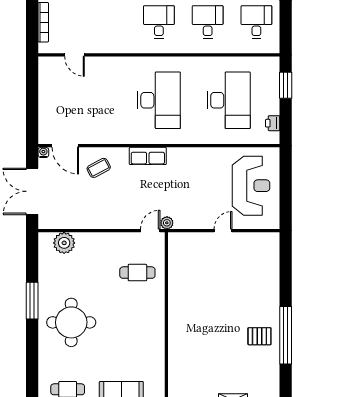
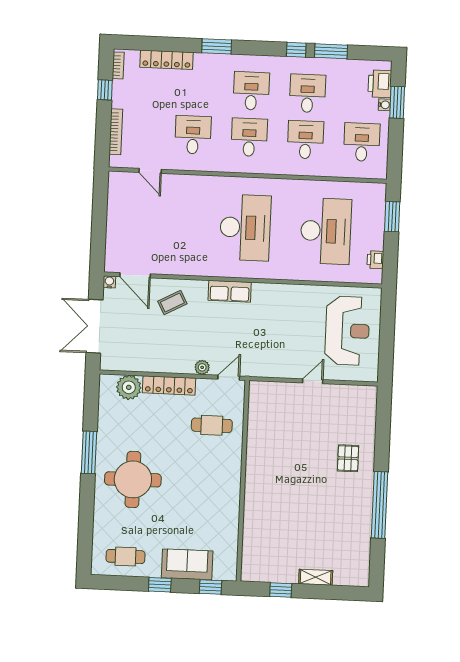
desk: (110, 22) -> (193, 135), added
plant: (167, 223) -> (202, 367), moved
locker: (99, 240) -> (169, 385), added
pallet: (259, 336) -> (348, 458), moved, turned 90

